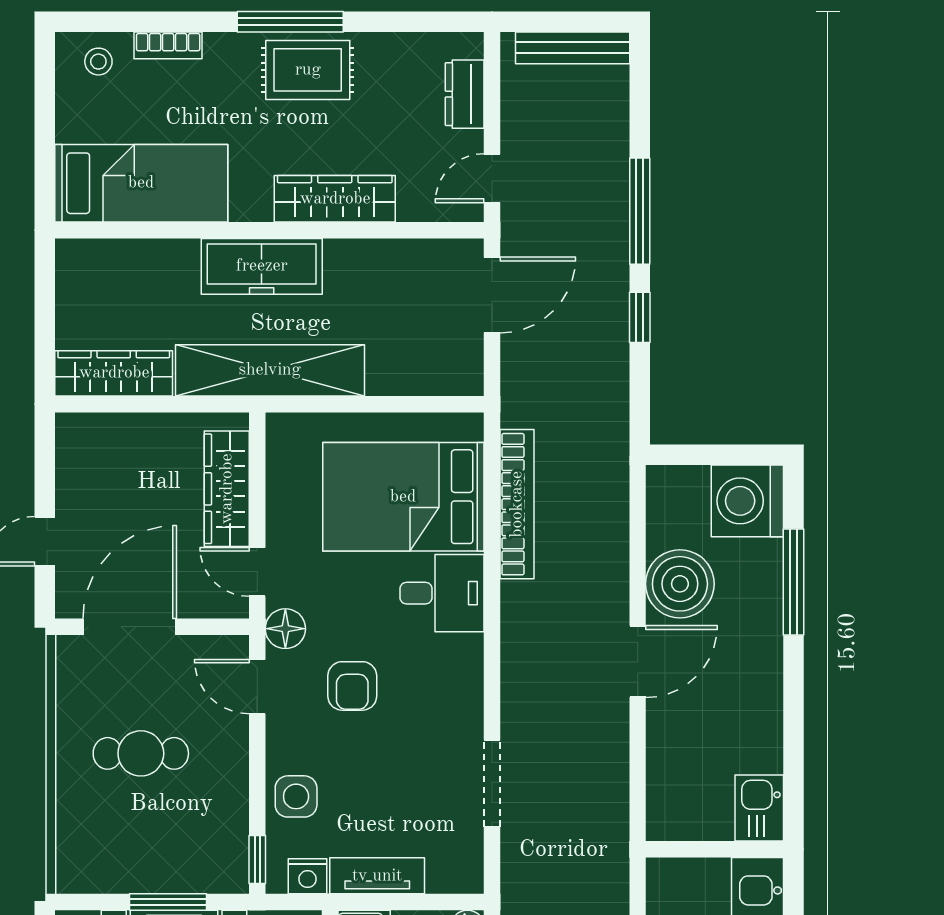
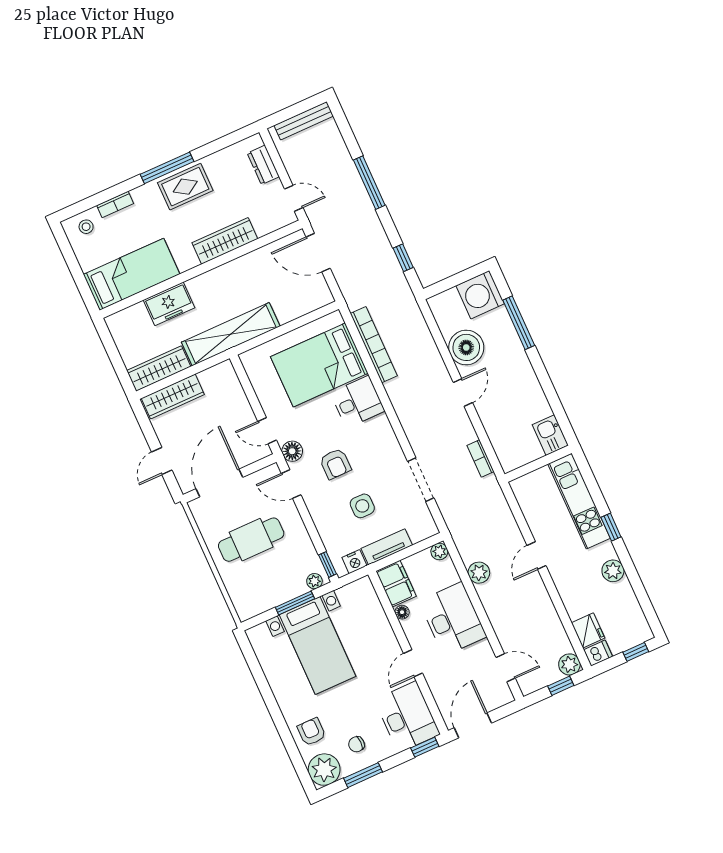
door: (492, 178) -> (294, 198), swing flipped
freezer: (262, 266) -> (169, 304), moved, width x0.71
door: (492, 295) -> (318, 253), swing flipped
window: (640, 317) -> (403, 258), moved
wardrobe: (227, 489) -> (173, 396), moved, turned -90
door: (638, 662) -> (463, 393), width x0.73
cafe table: (141, 753) -> (251, 540), width x1.37, depth x1.35
bookcase: (616, 794) -> (480, 458), added
side table: (296, 796) -> (362, 506), moved
plant: (220, 879) -> (314, 581), added

